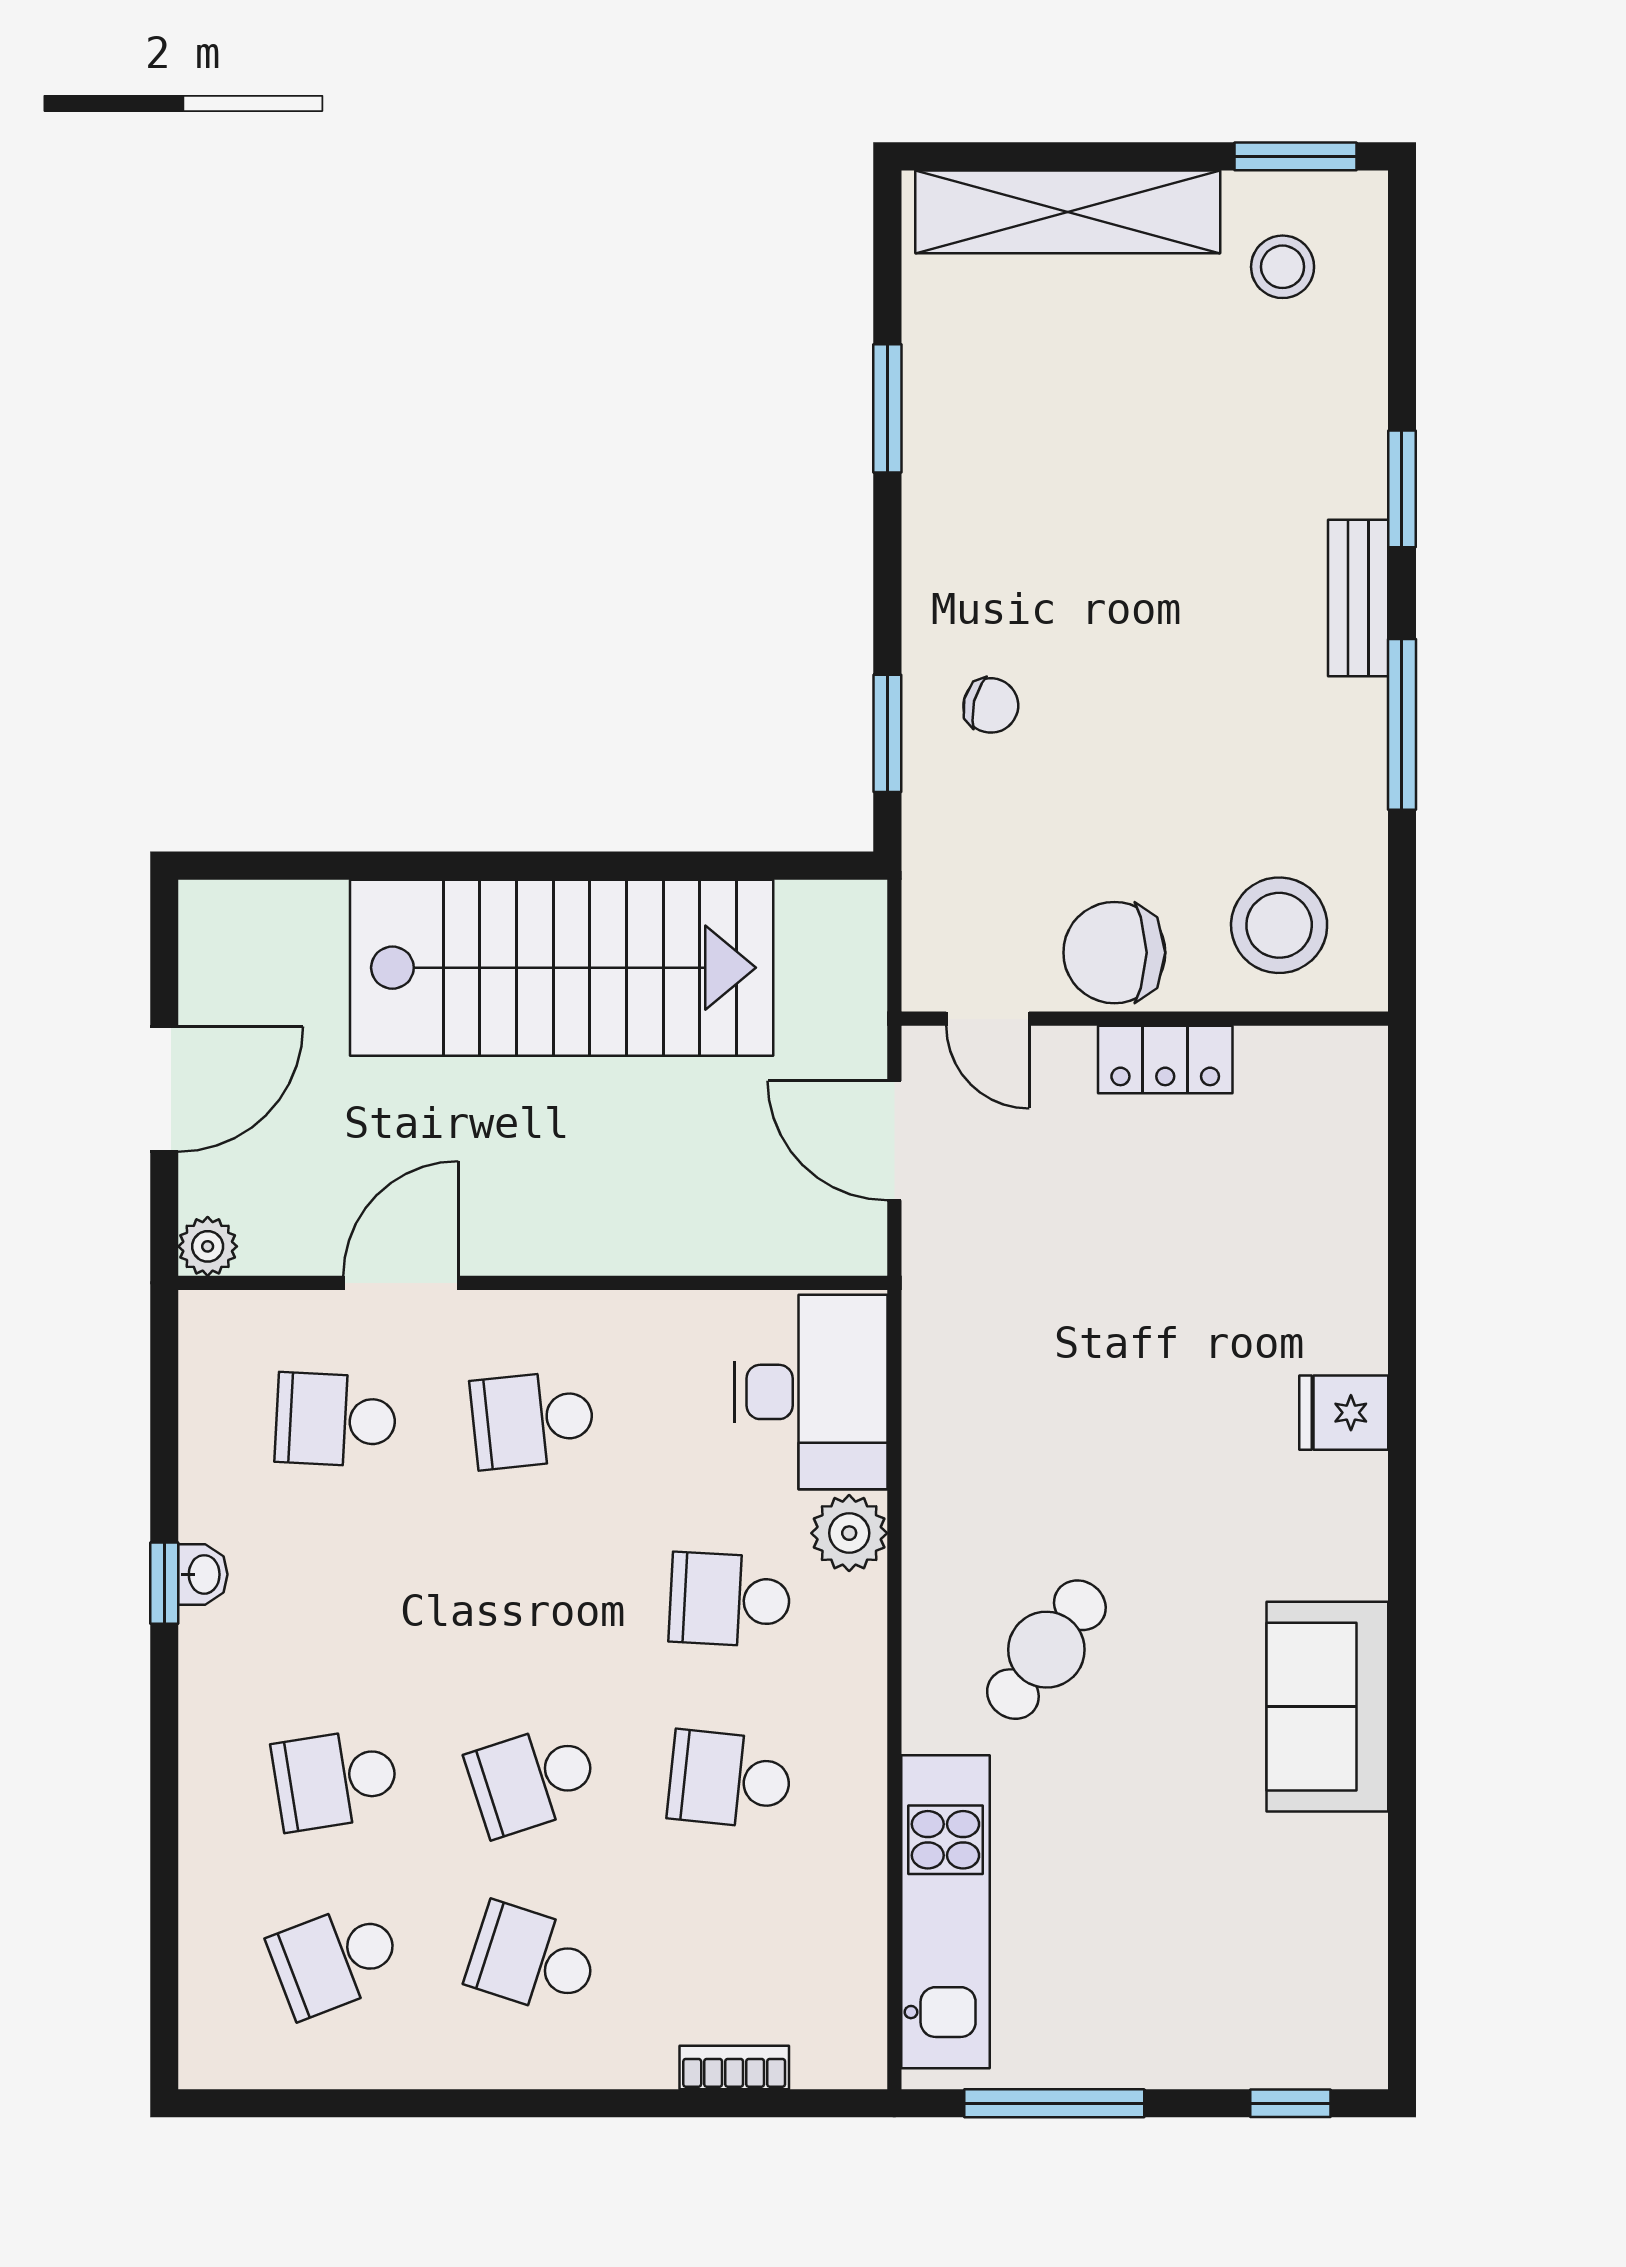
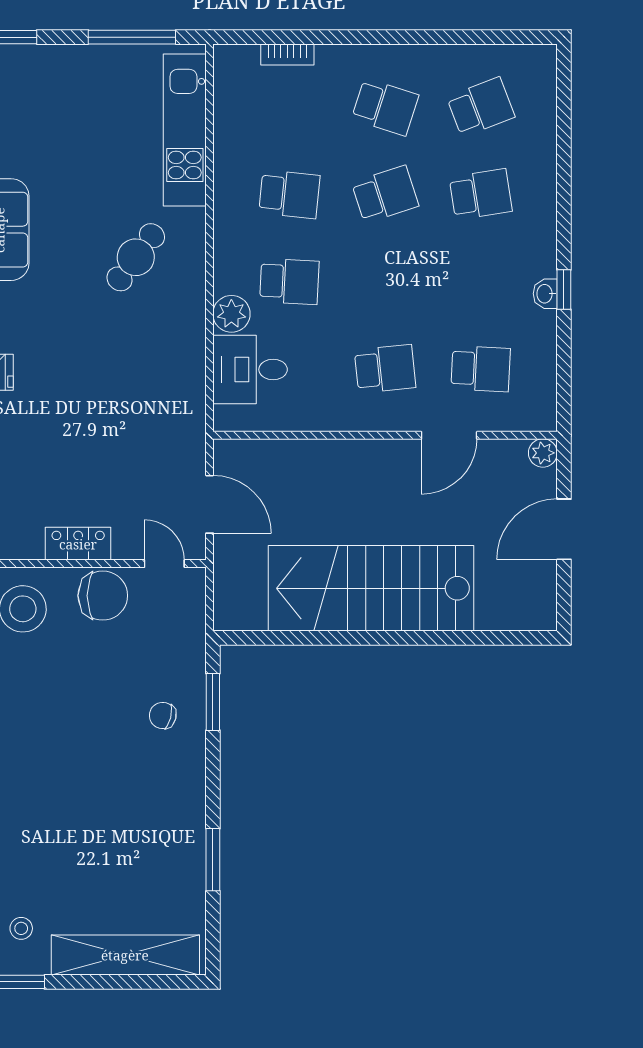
stool: (1283, 267) -> (21, 928), width x0.73, depth x0.73
desk: (811, 1392) -> (250, 370), width x0.73

